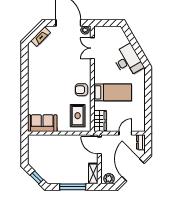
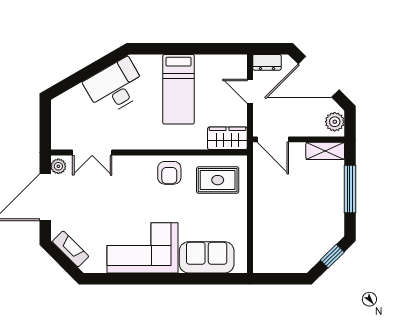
corner sofa: (41, 75) -> (143, 248), added
bed: (113, 92) -> (178, 89), moved, turned 180
sofa: (42, 123) -> (207, 257), moved, turned 90
door: (99, 145) -> (273, 139), hinge flipped

